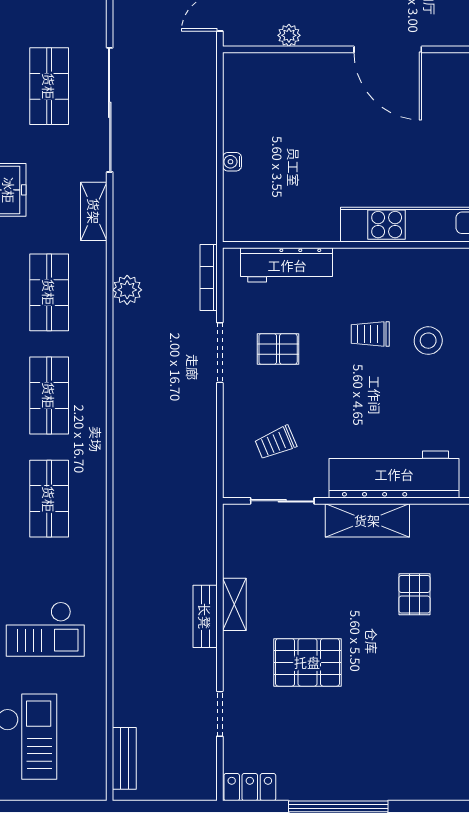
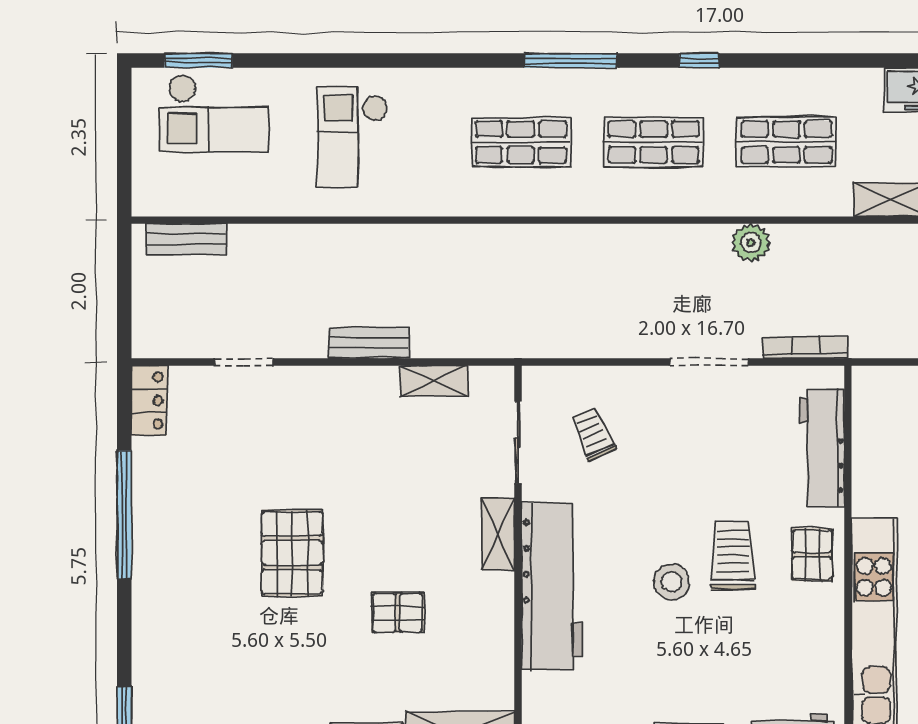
plant: (127, 290) -> (751, 243), moved
trolley: (370, 334) -> (733, 556), width x1.36, depth x1.39
stool: (428, 341) -> (672, 582), moved
pallet: (278, 349) -> (812, 555), moved
shelving: (367, 520) -> (498, 534), width x0.67, depth x0.75
shelving: (234, 604) -> (434, 381), moved
pallet: (307, 662) -> (292, 553), moved

